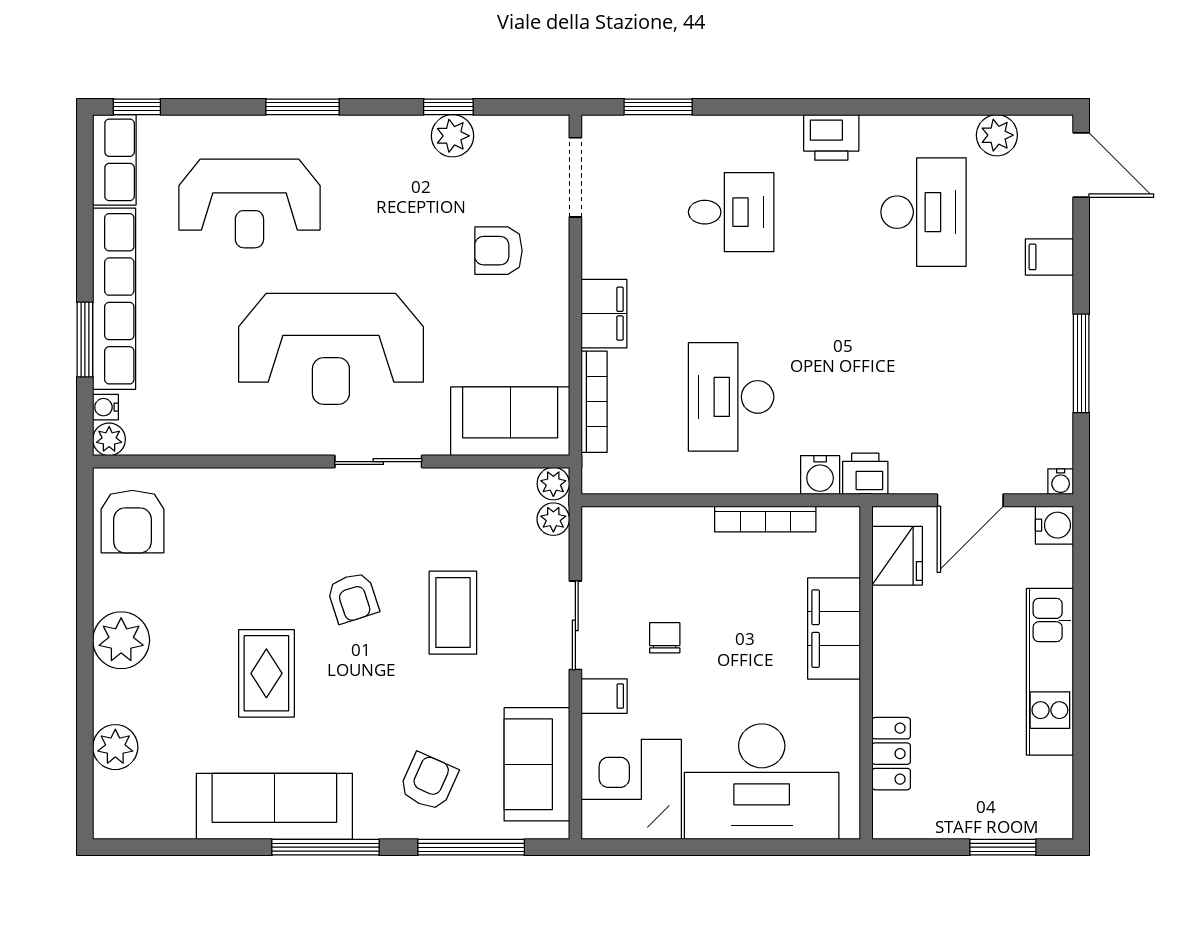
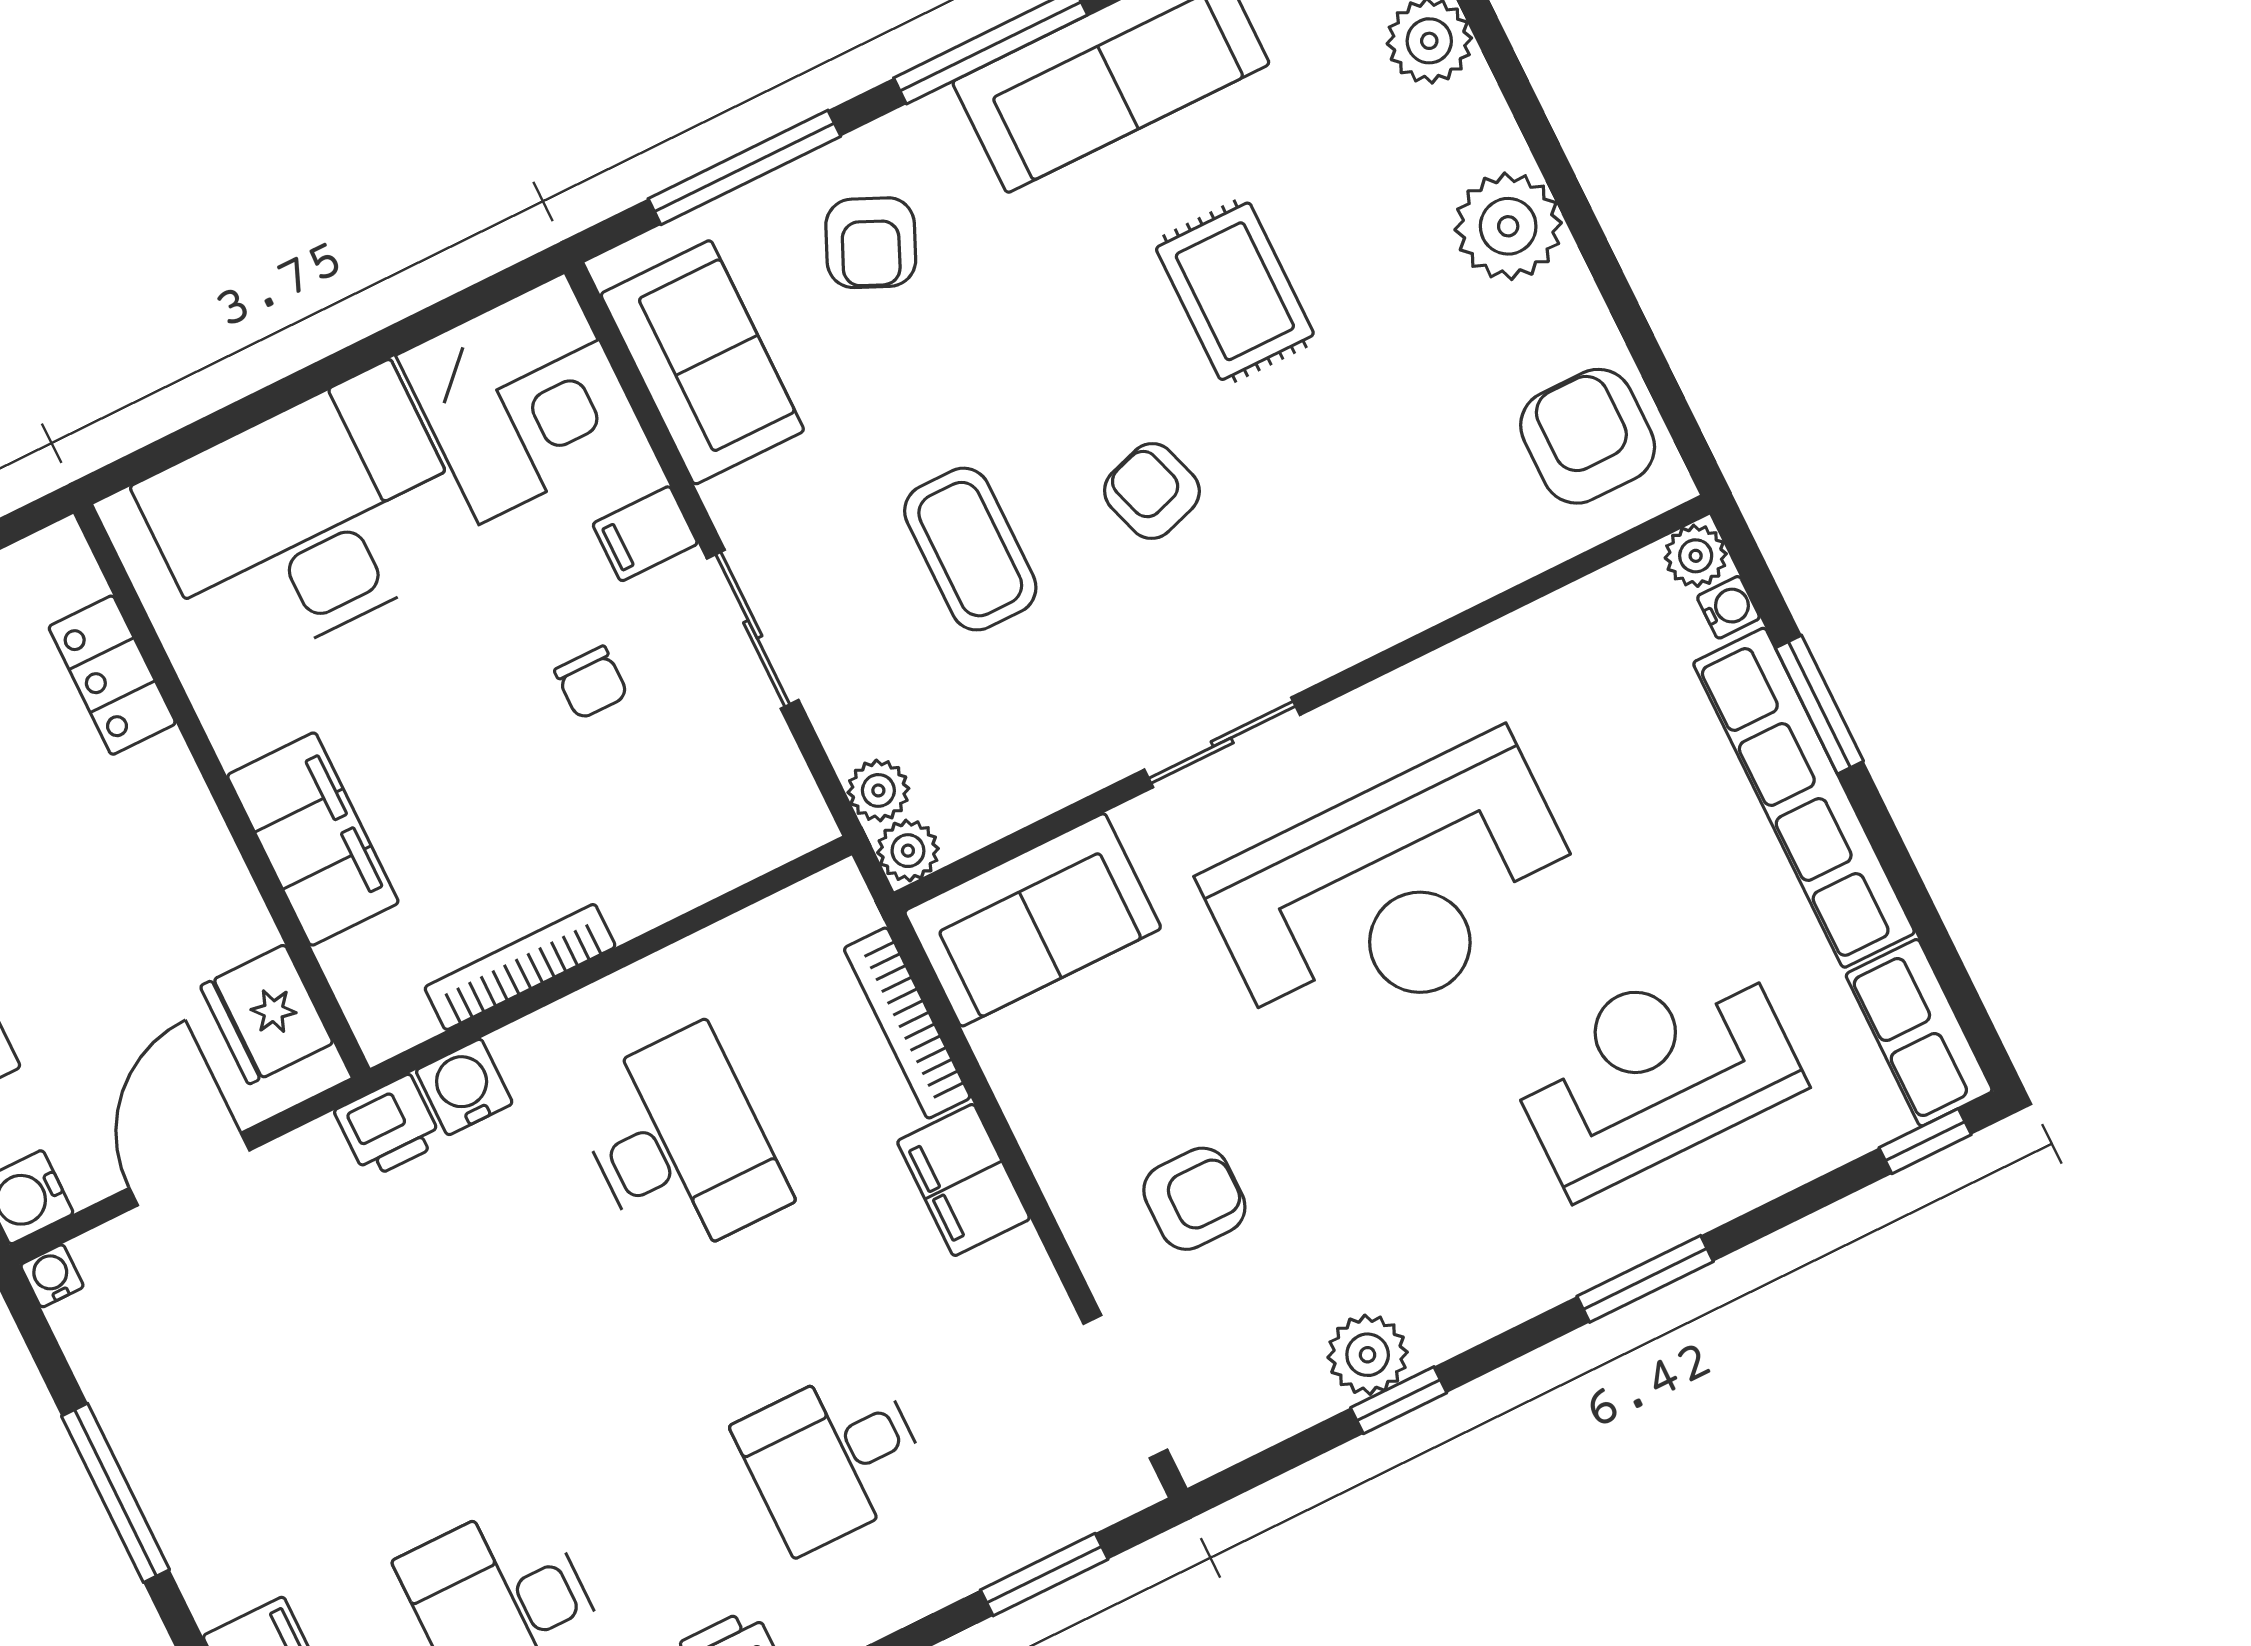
reception desk: (331, 349) -> (1396, 893), turned 180

